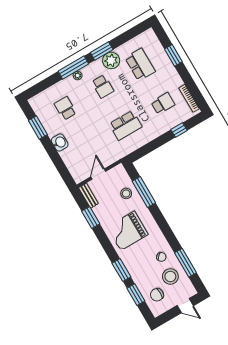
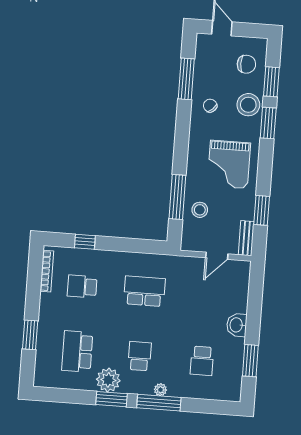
grand piano: (127, 231) -> (229, 164), turned 90
stool: (170, 276) -> (248, 105), moved

